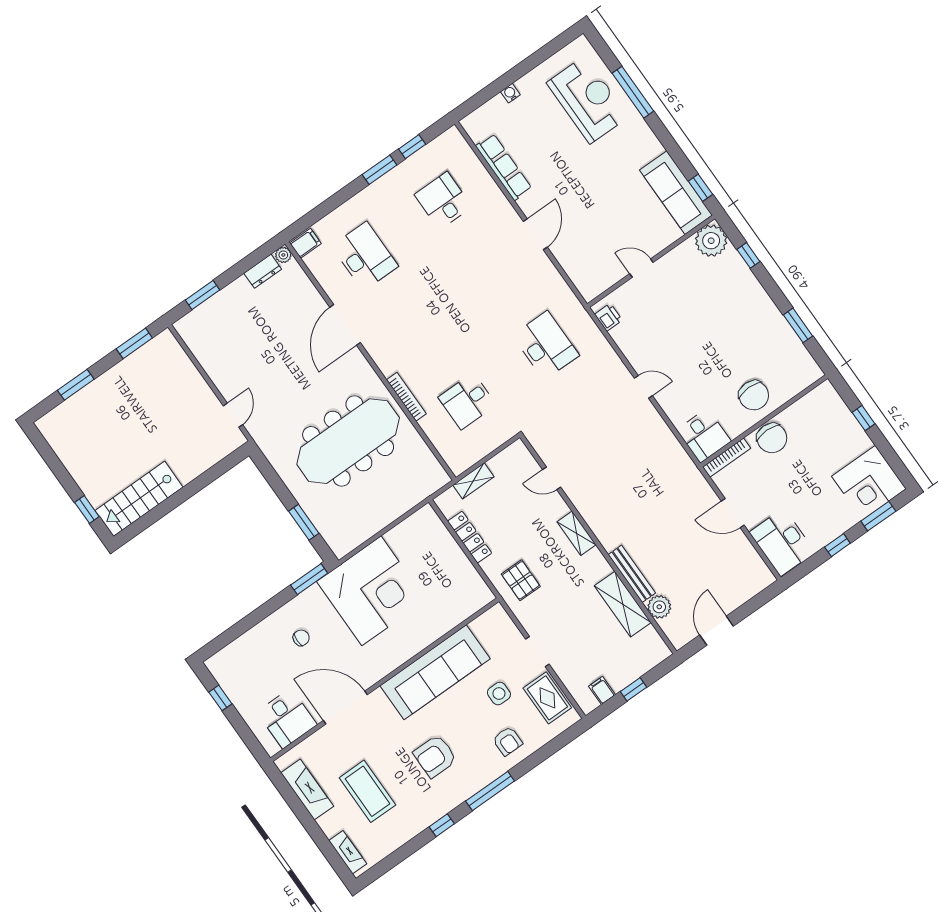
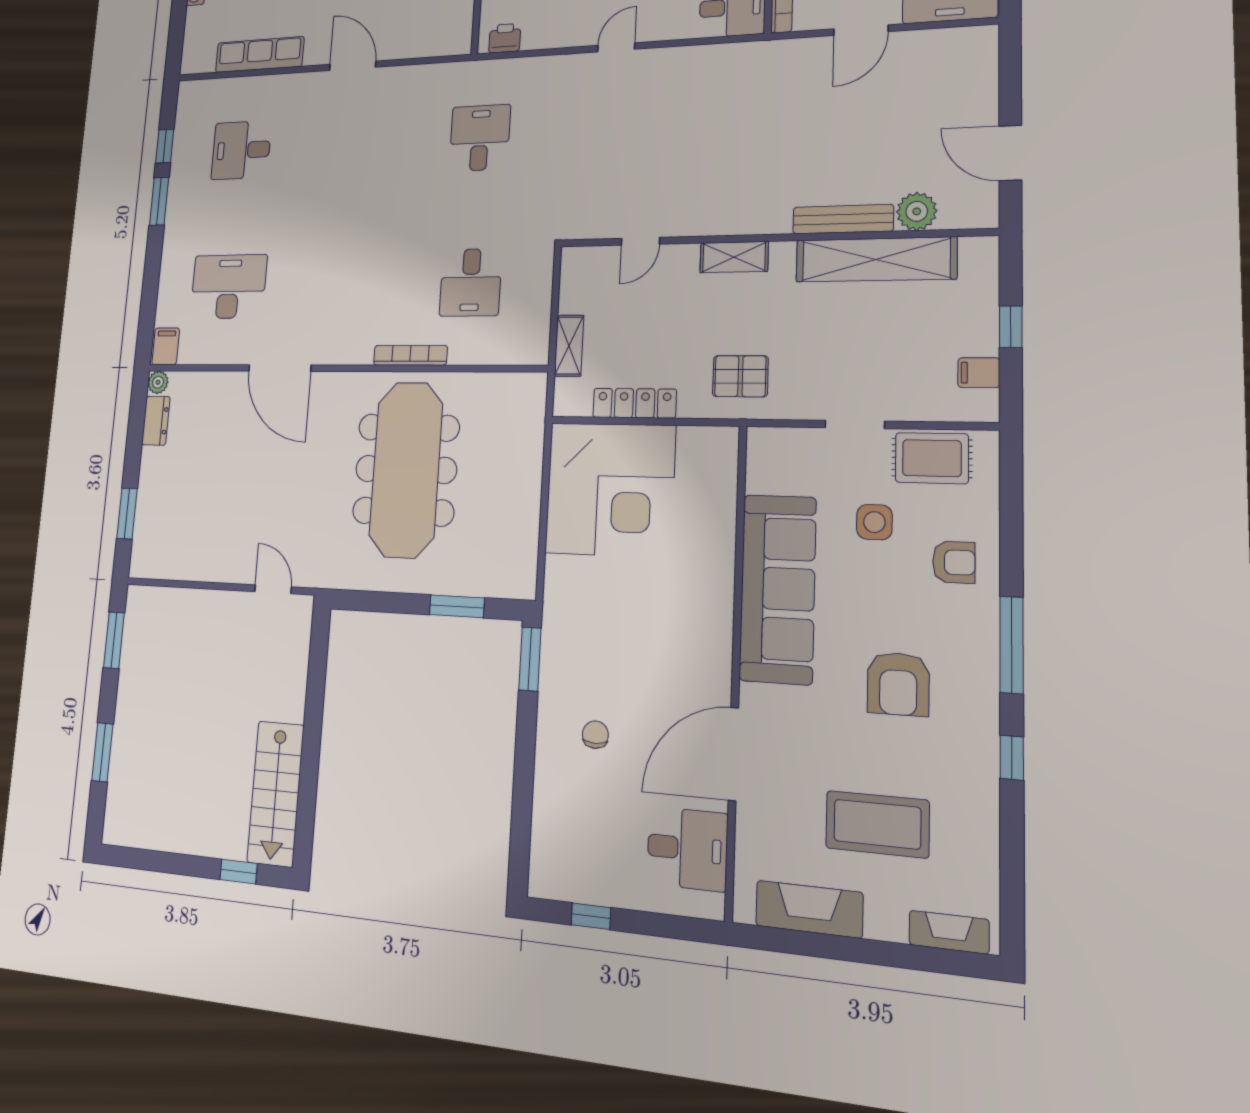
desk: (546, 345) -> (480, 138), width x0.73
corner desk: (371, 591) -> (610, 489), moved, turned 90
shelving: (623, 604) -> (876, 259), width x1.47

